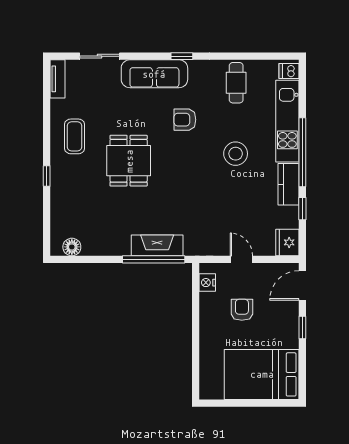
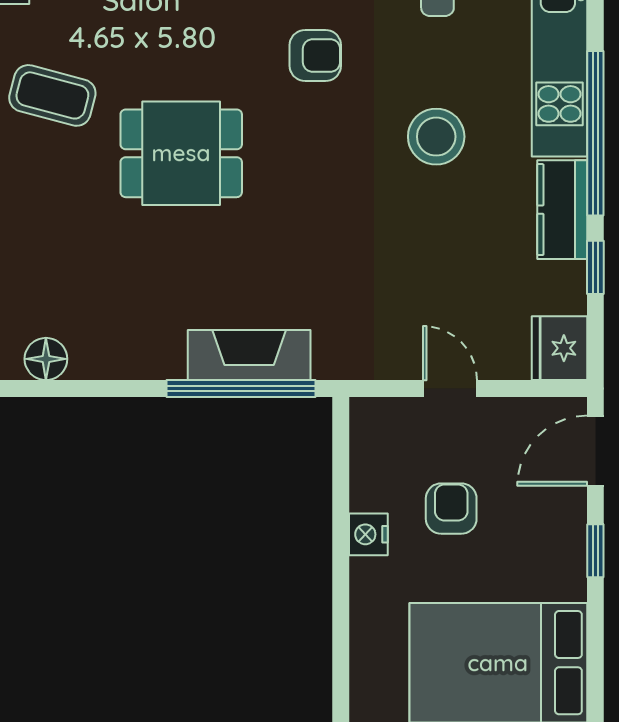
armchair: (185, 120) -> (315, 55), turned 180
coffee table: (75, 136) -> (52, 95), turned -75
dining table: (129, 161) -> (181, 153), turned 90
nightstand: (207, 283) -> (368, 534), moved

